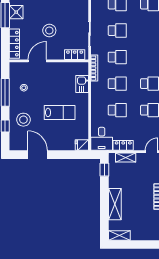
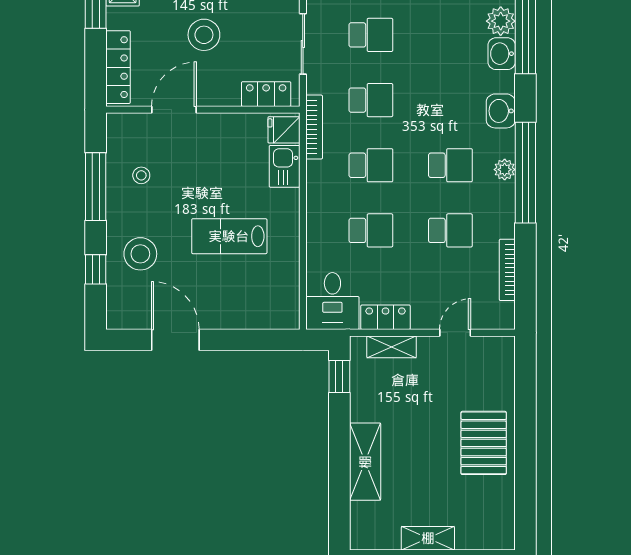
lab bench: (60, 112) -> (229, 236), turned 180
fridge: (82, 145) -> (284, 130), moved
shelving: (119, 235) -> (428, 538), moved

